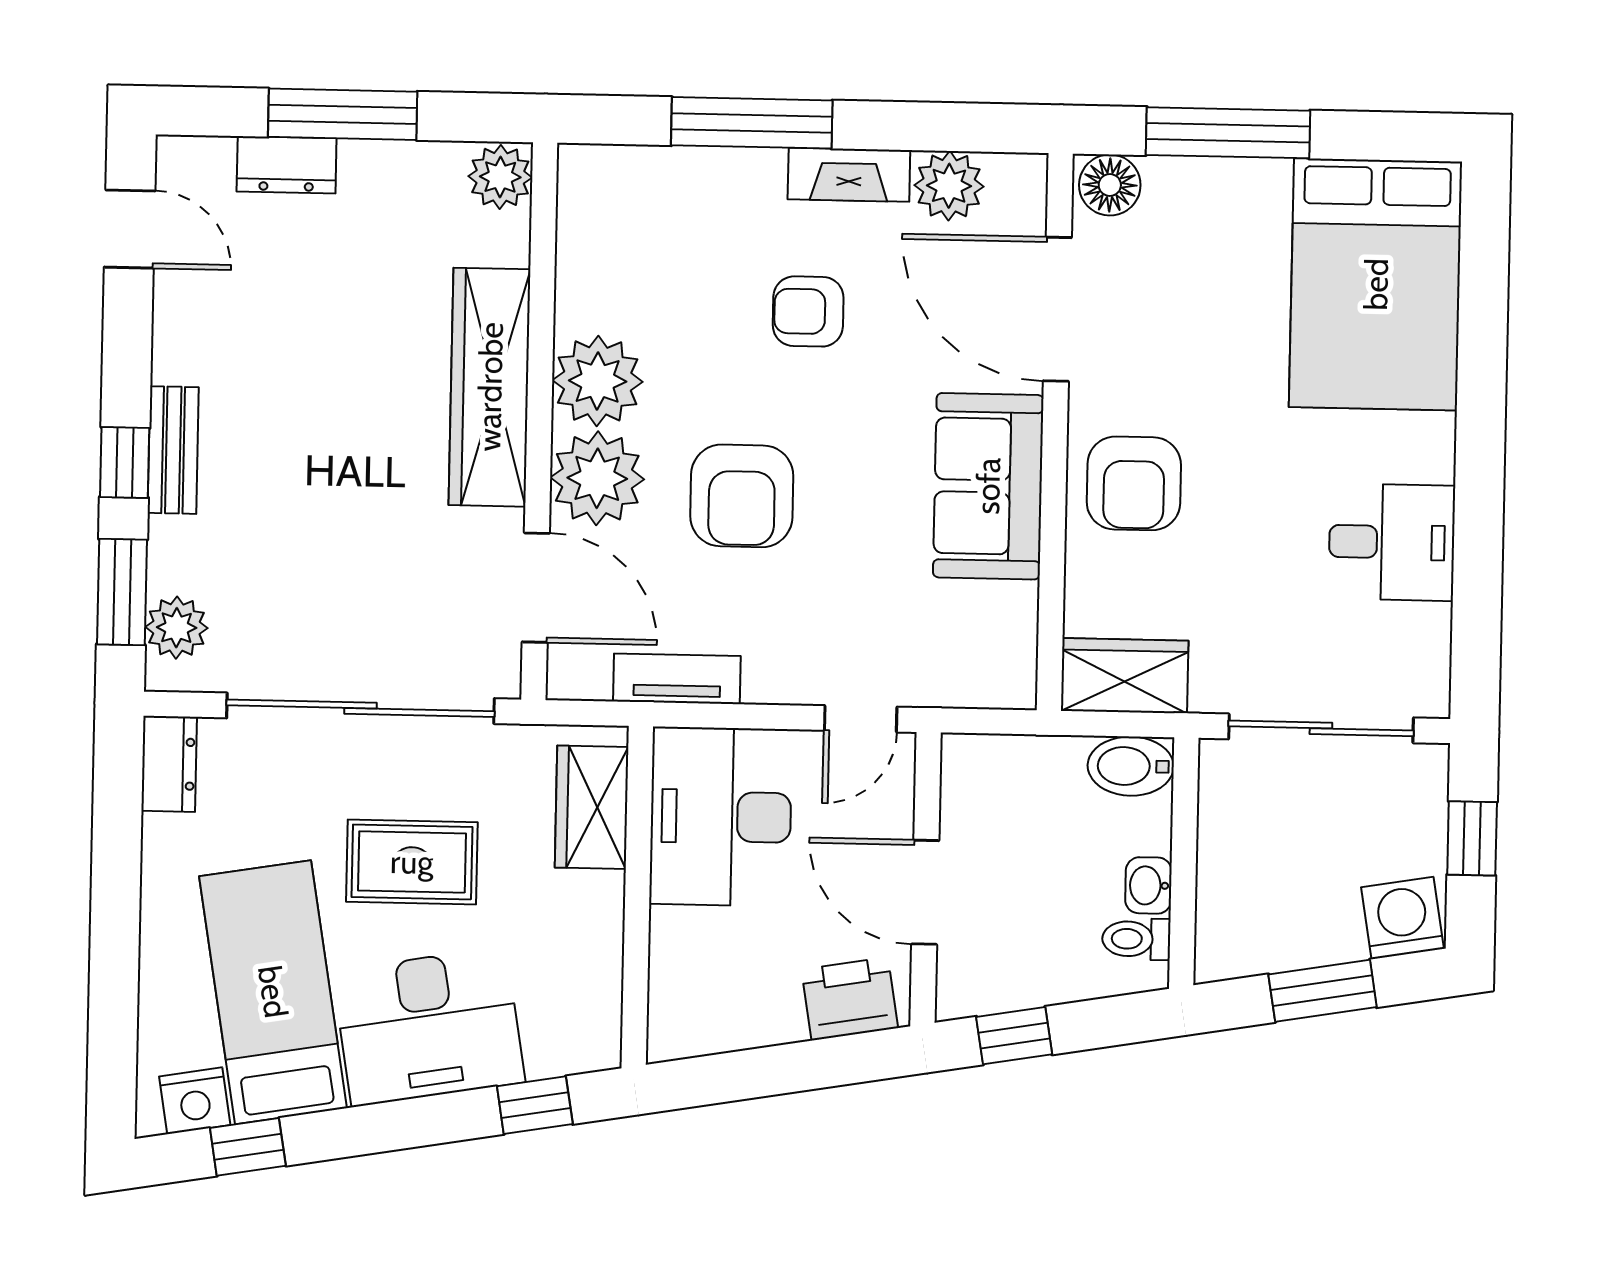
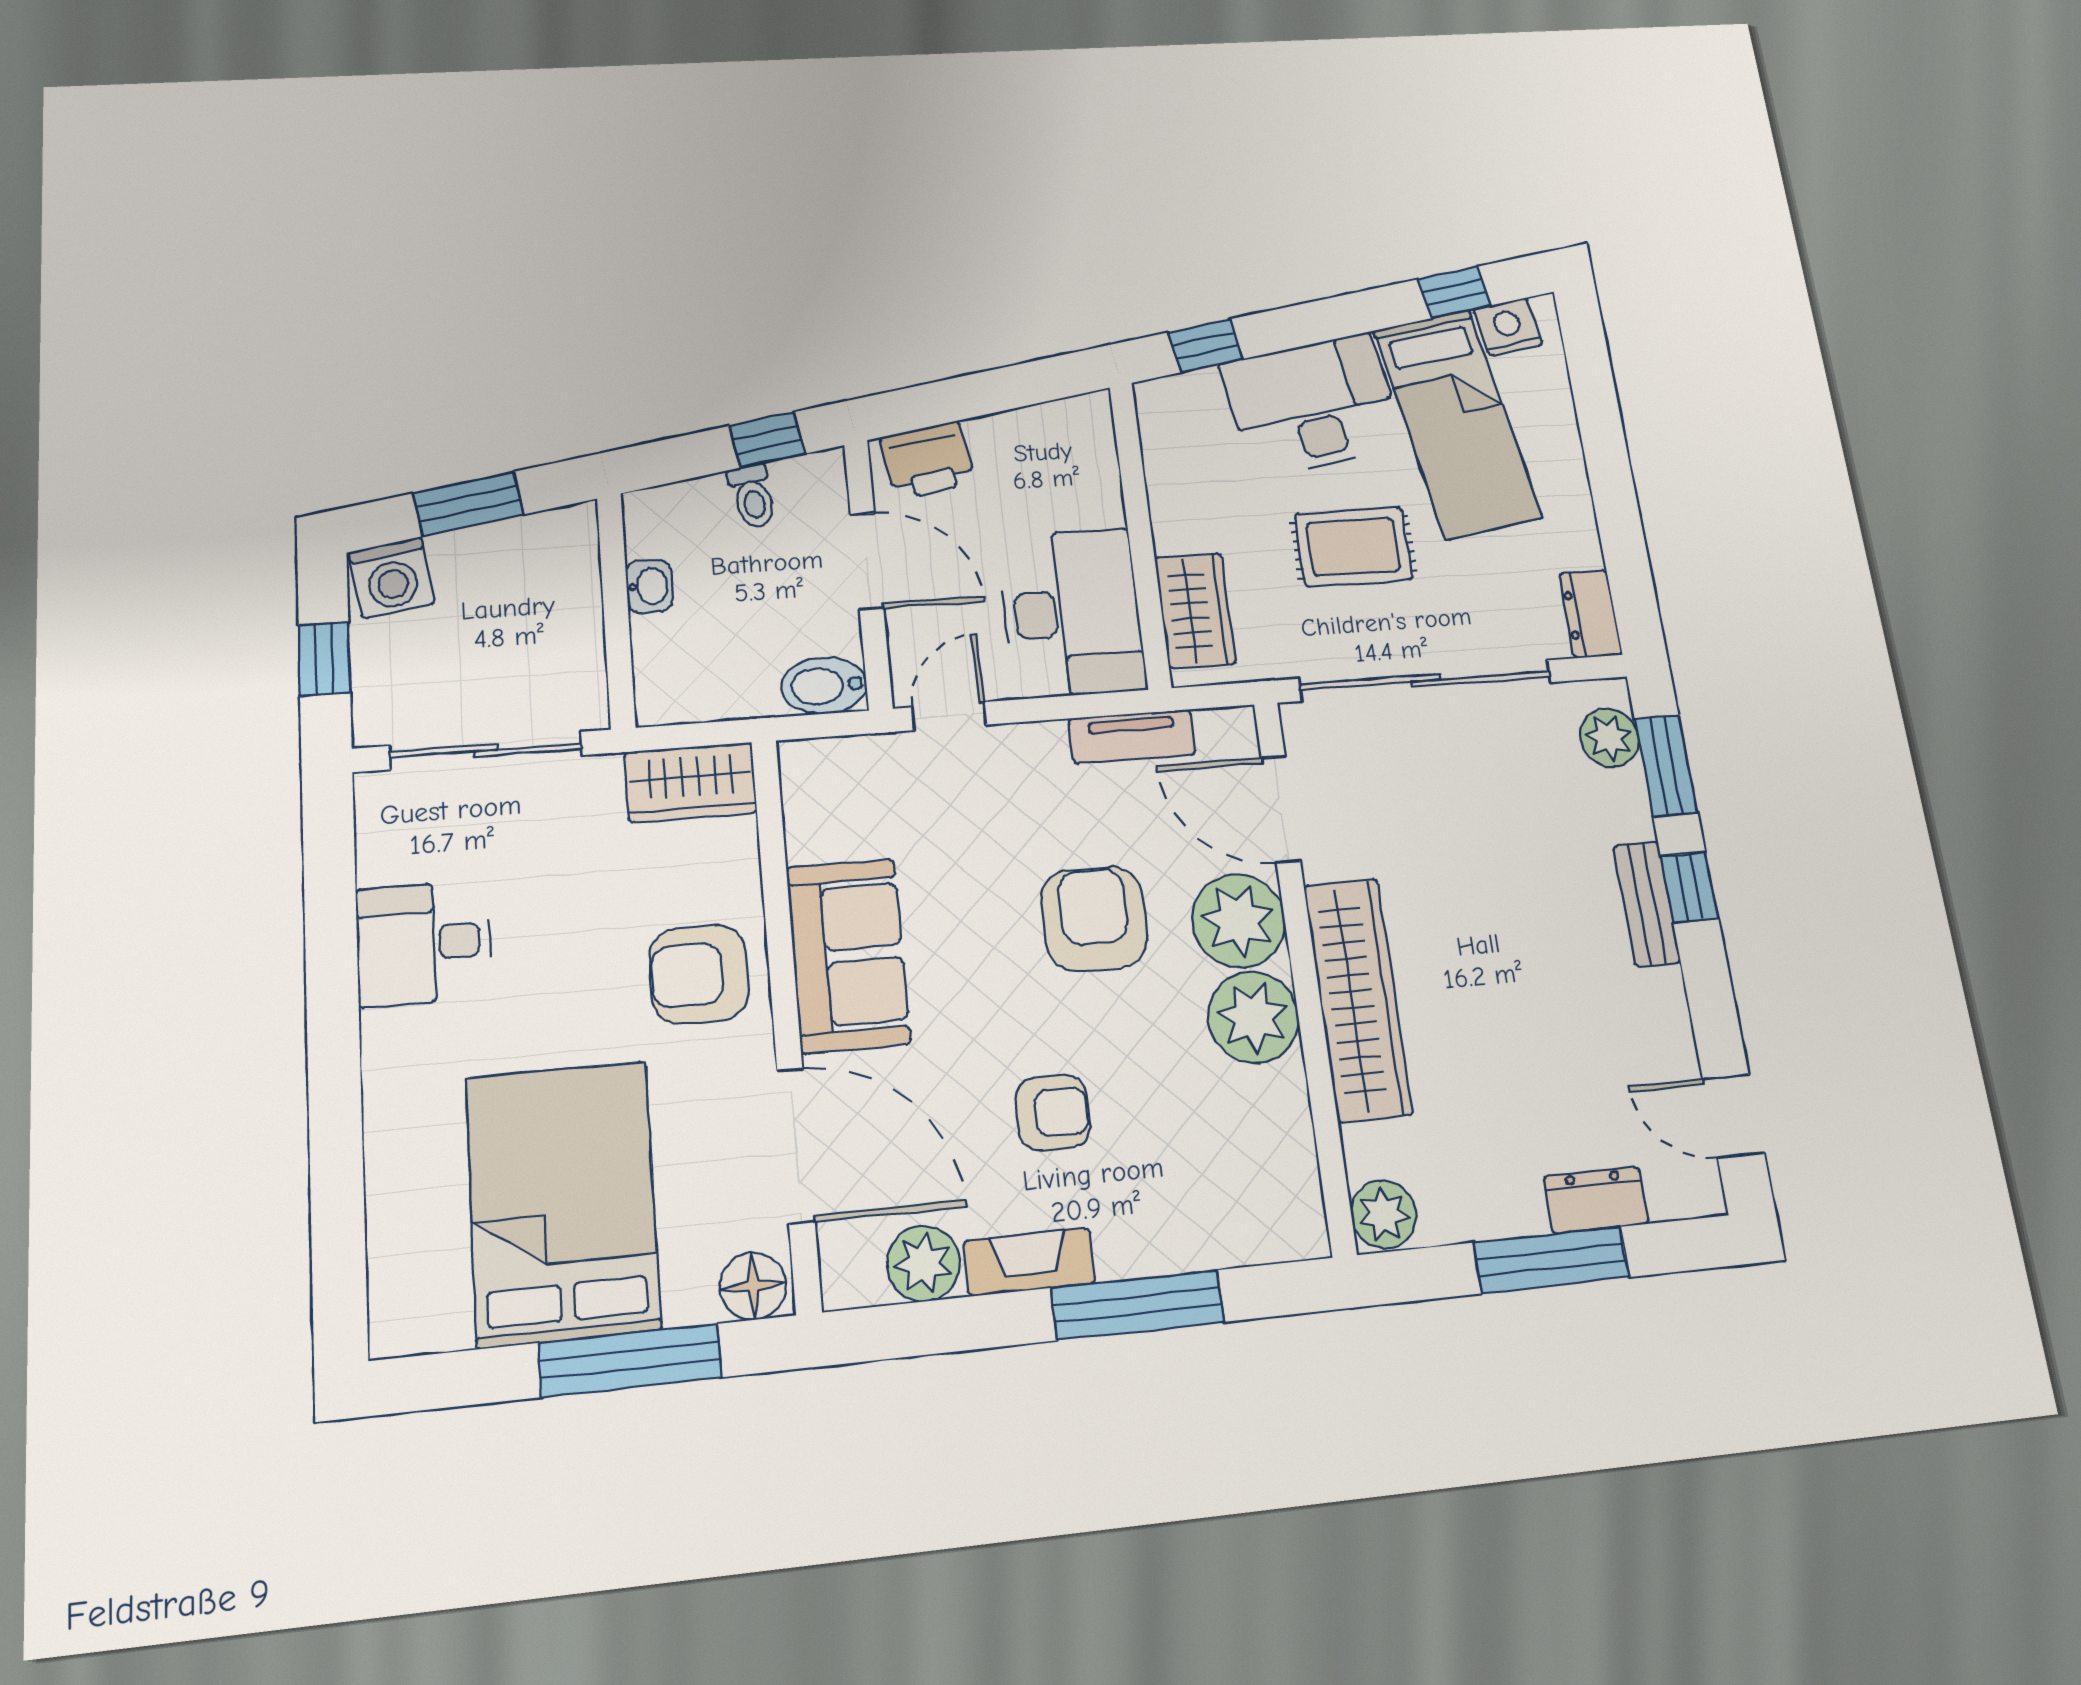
bed: (1376, 284) -> (563, 1203), moved
armchair: (1134, 483) -> (699, 974), turned -90
bidet: (1131, 766) -> (824, 686), moved, turned 180
toilet: (1136, 939) -> (752, 496), moved, turned 81

